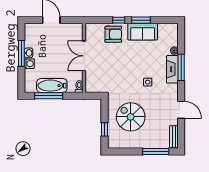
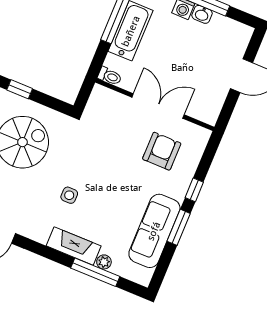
sofa: (143, 32) -> (154, 231), width x1.36
armchair: (113, 34) -> (162, 151), moved, turned 180
window: (181, 67) -> (95, 272), moved

